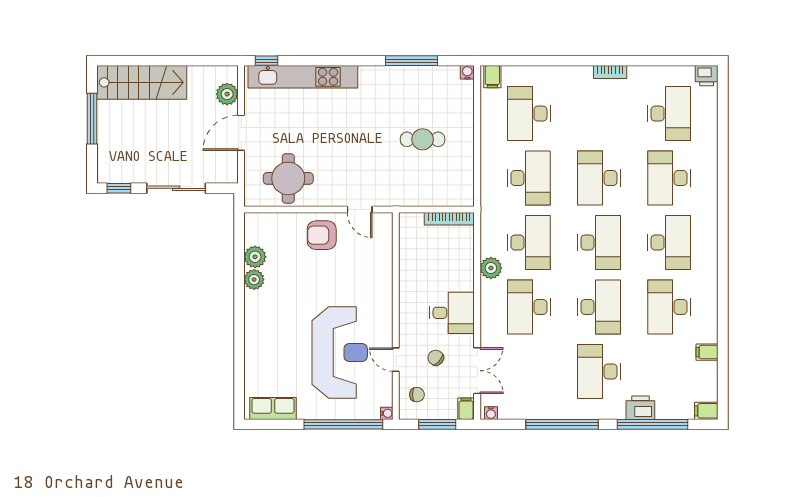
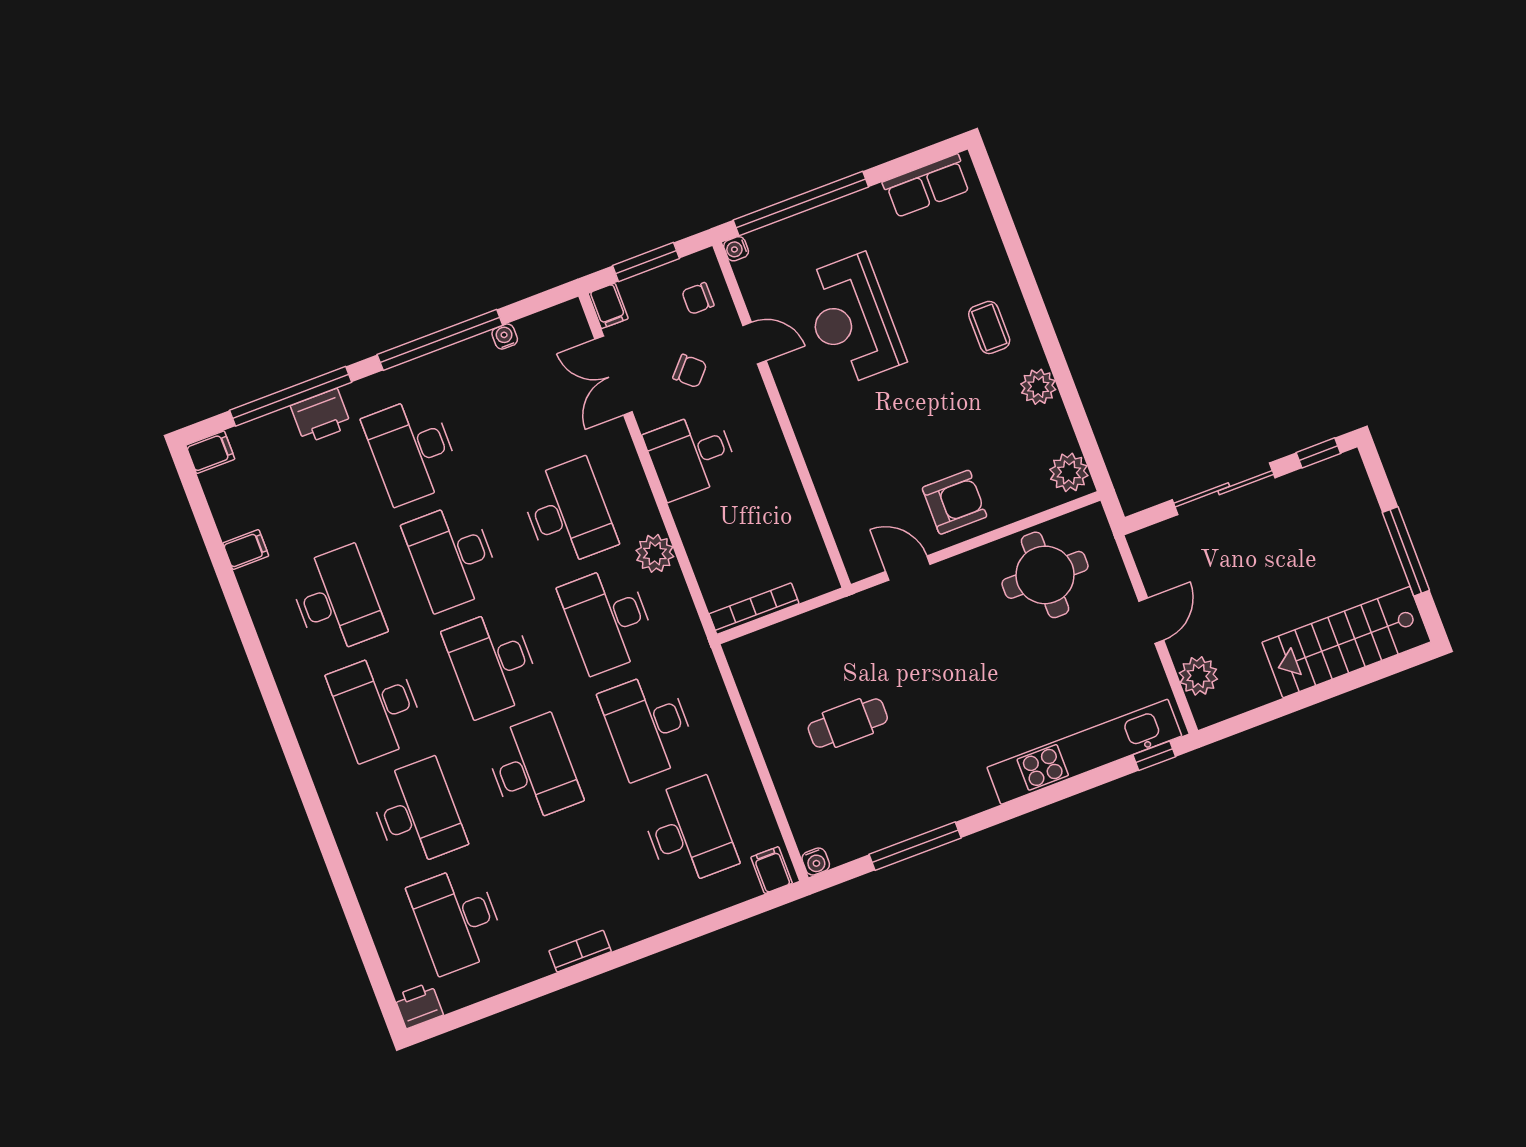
door: (241, 133) -> (1151, 621), width x0.73
plant: (255, 257) -> (1069, 472), moved
coffee table: (268, 321) -> (989, 327), added
reception desk: (340, 353) -> (852, 320), width x0.74, depth x0.77
desk: (599, 371) -> (412, 450), turned 180
water cooler: (491, 413) -> (505, 337), moved

